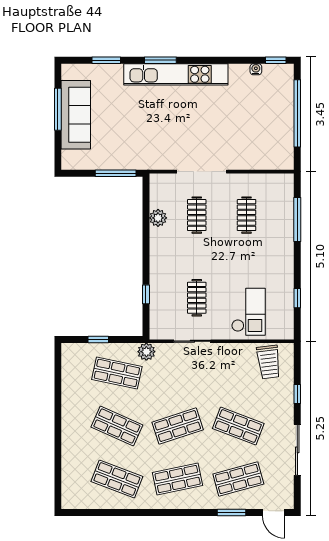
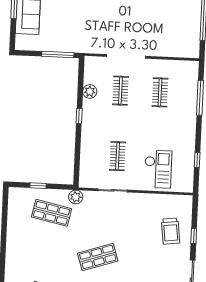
window: (146, 294) -> (79, 116), moved
trolley: (269, 362) -> (171, 231), moved
shop shelf: (117, 426) -> (50, 255), removed
shop shelf: (238, 426) -> (146, 259), removed

